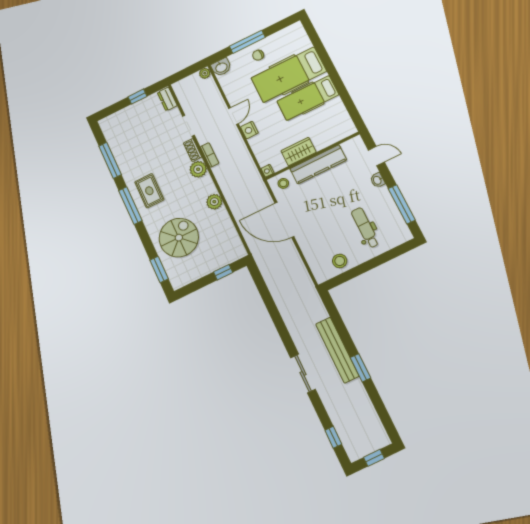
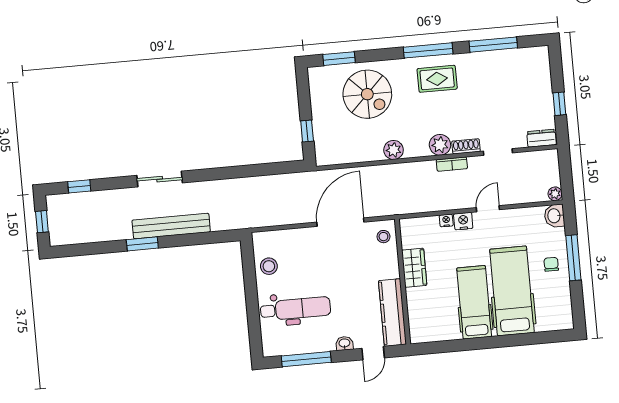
door: (234, 116) -> (488, 209), swing flipped
kitchen counter: (318, 164) -> (392, 312), moved
nightstand: (268, 171) -> (446, 220), moved
dental chair: (365, 228) -> (295, 309), width x1.36, depth x1.38

